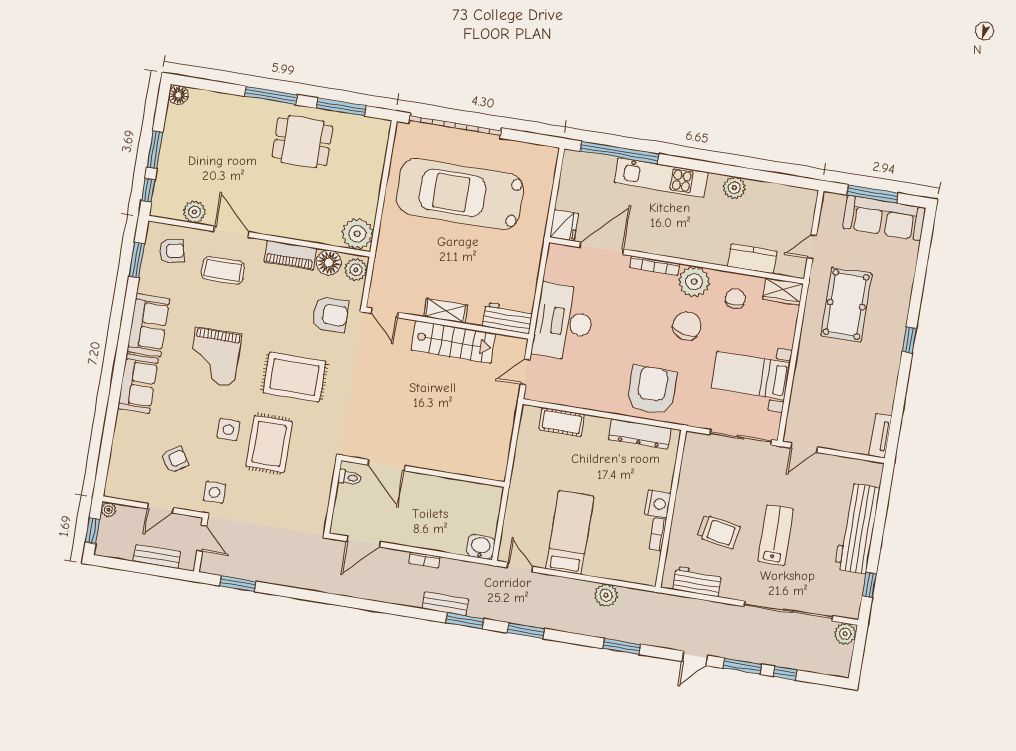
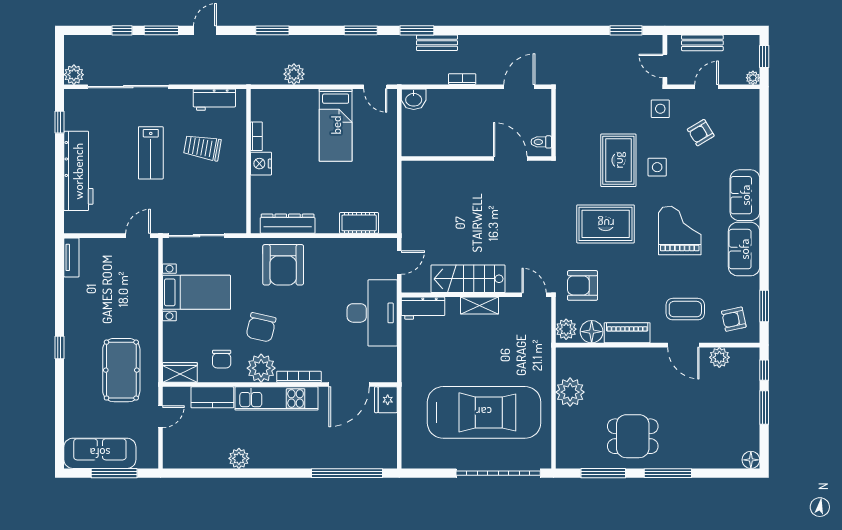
kitchen unit: (661, 177) -> (277, 398), moved, turned 180
plant: (357, 234) -> (570, 392), moved

